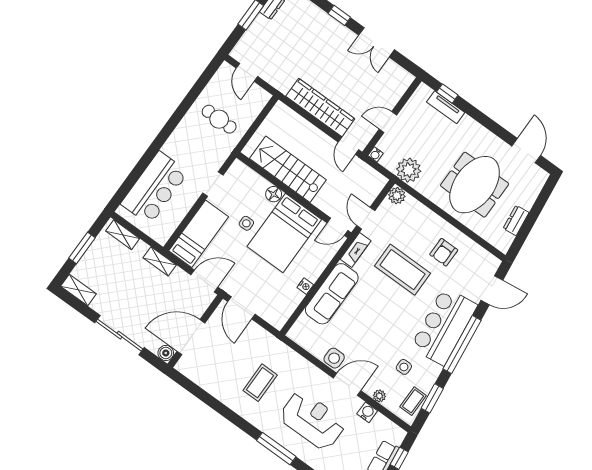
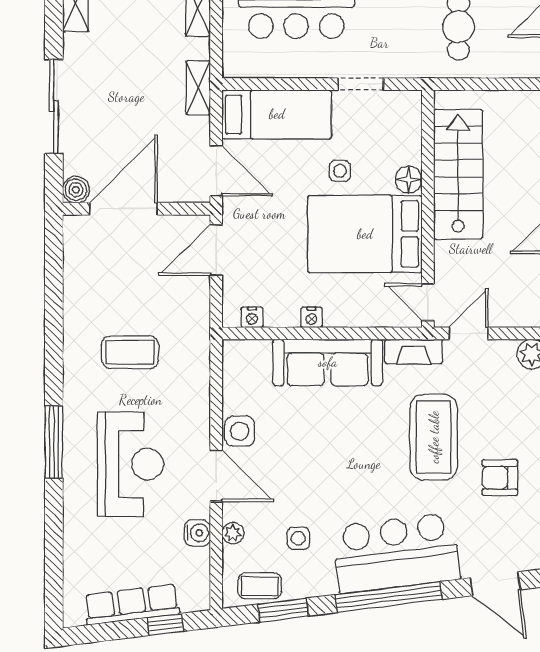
nightstand: (285, 314) -> (252, 317), added
door: (191, 337) -> (124, 209), hinge flipped

